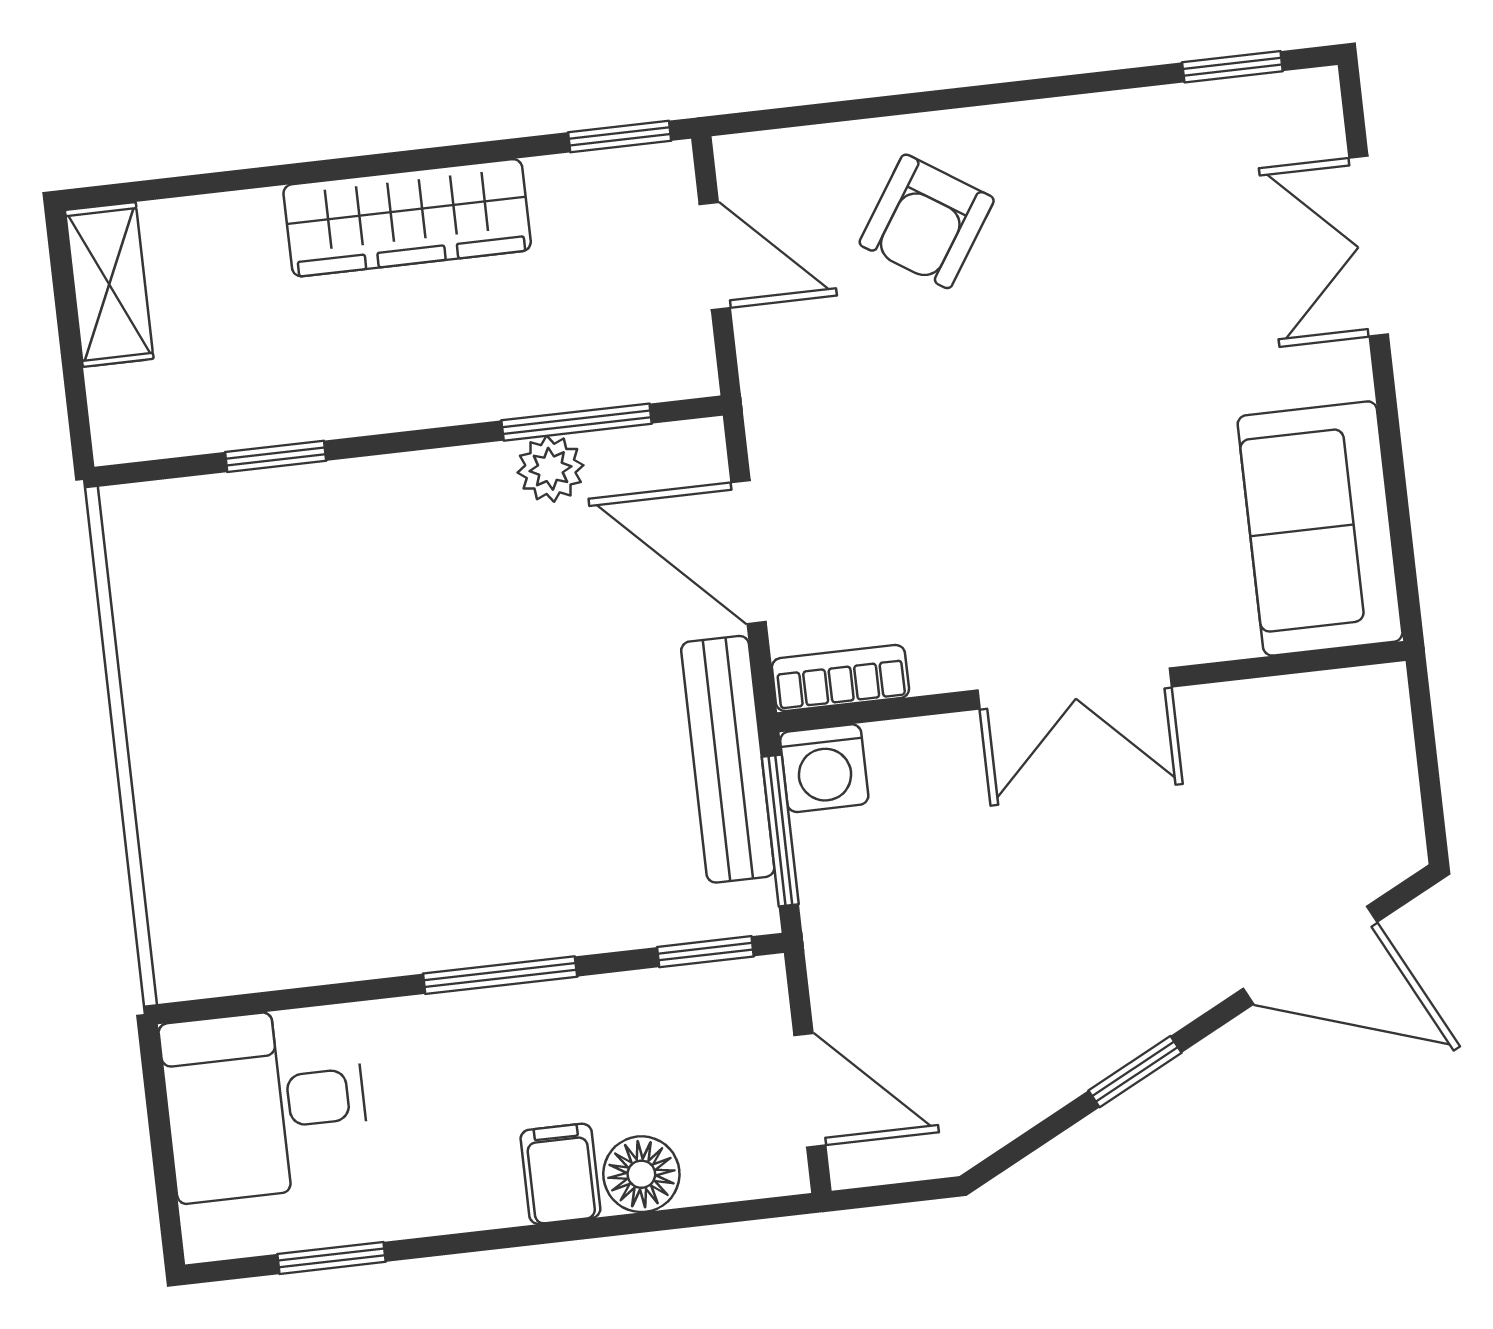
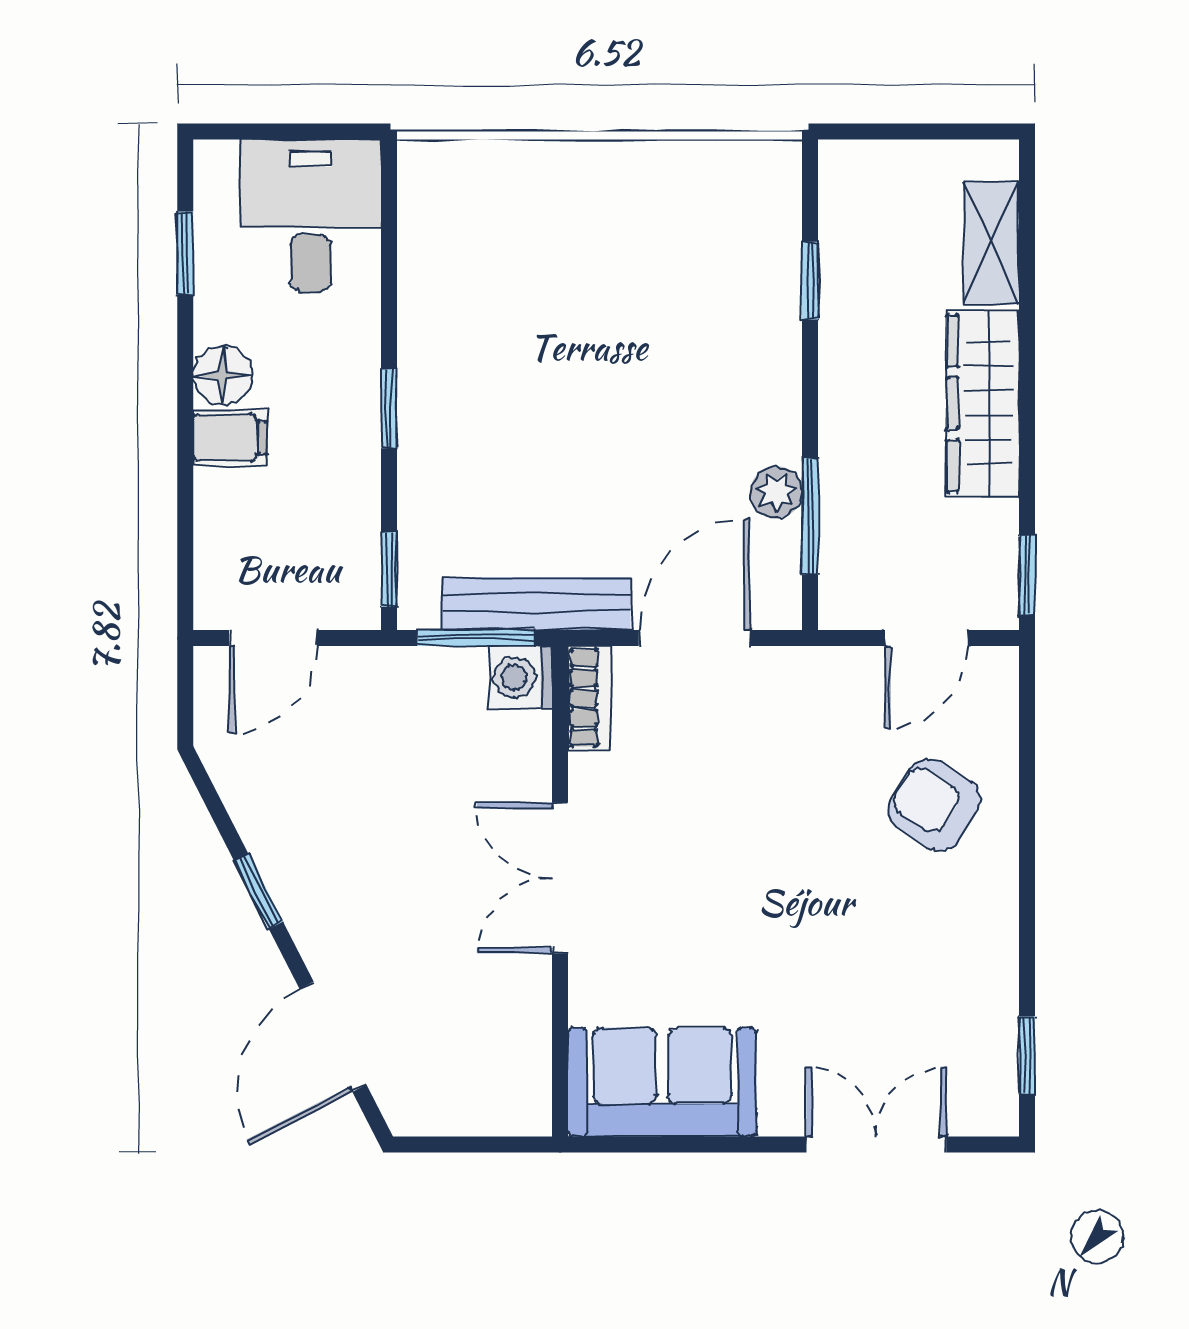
shelving: (109, 284) -> (992, 243), moved, turned 90
window: (500, 975) -> (389, 408), width x0.67
floor lamp: (641, 1174) -> (223, 375), moved

